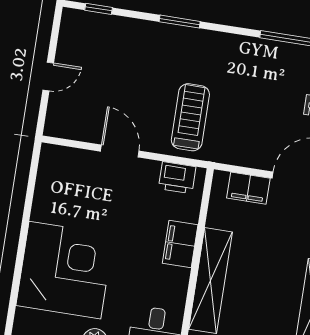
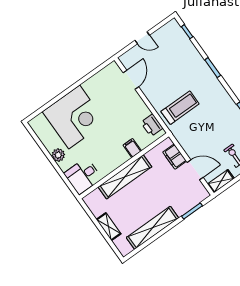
door: (120, 151) -> (131, 80), moved
filing cabinet: (180, 244) -> (132, 148), width x0.50

